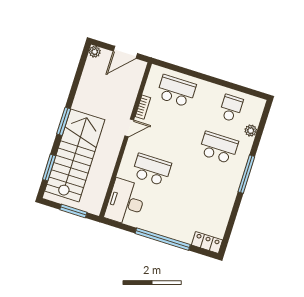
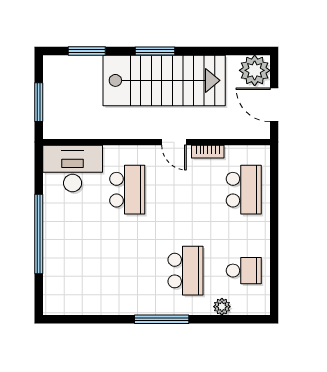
plant: (95, 52) -> (255, 70), width x1.88, depth x1.88
stairs: (75, 155) -> (164, 80), moved
locker: (207, 242) -> (53, 295), removed

